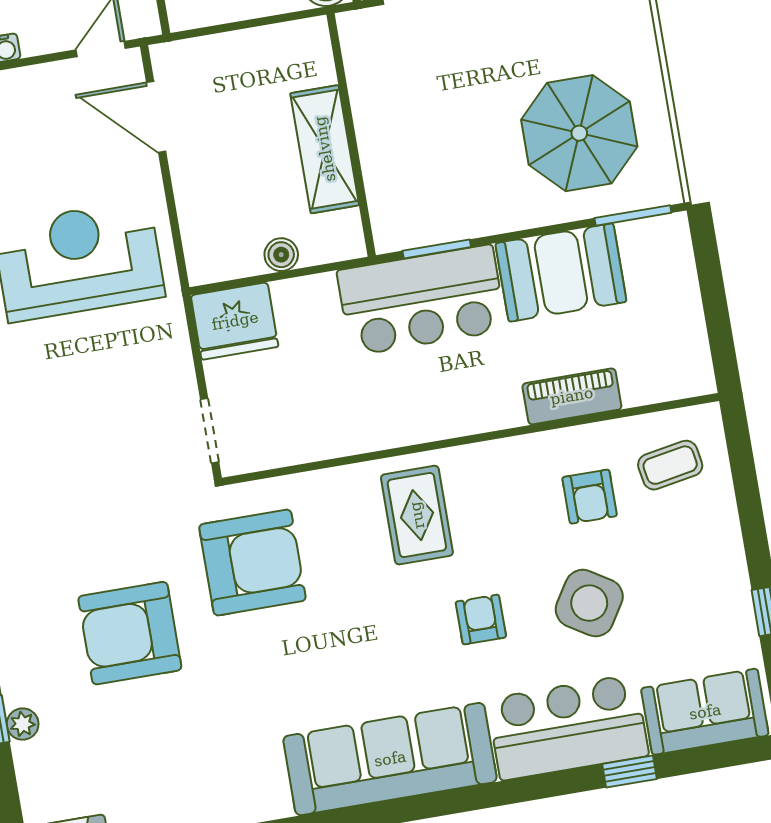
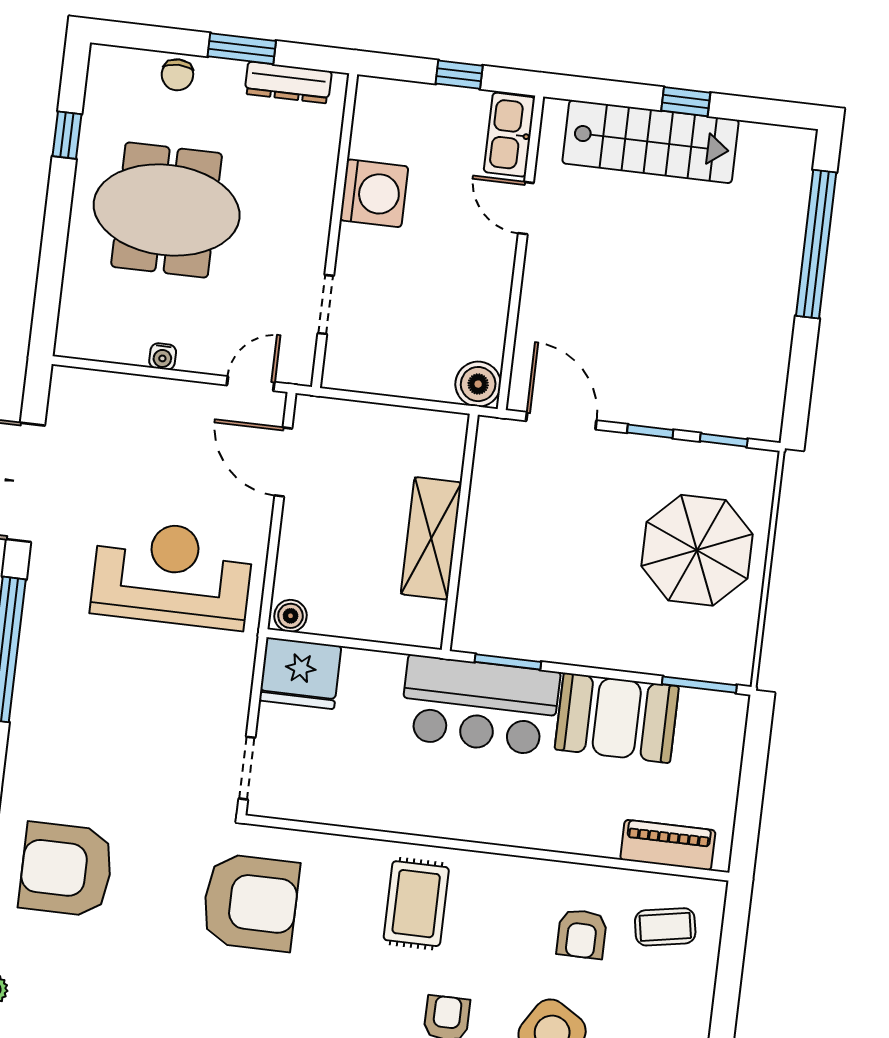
parasol: (579, 133) -> (697, 550), moved
boiler: (281, 255) -> (291, 616), moved
piano: (572, 396) -> (668, 845), moved
armchair: (130, 633) -> (66, 869), moved

